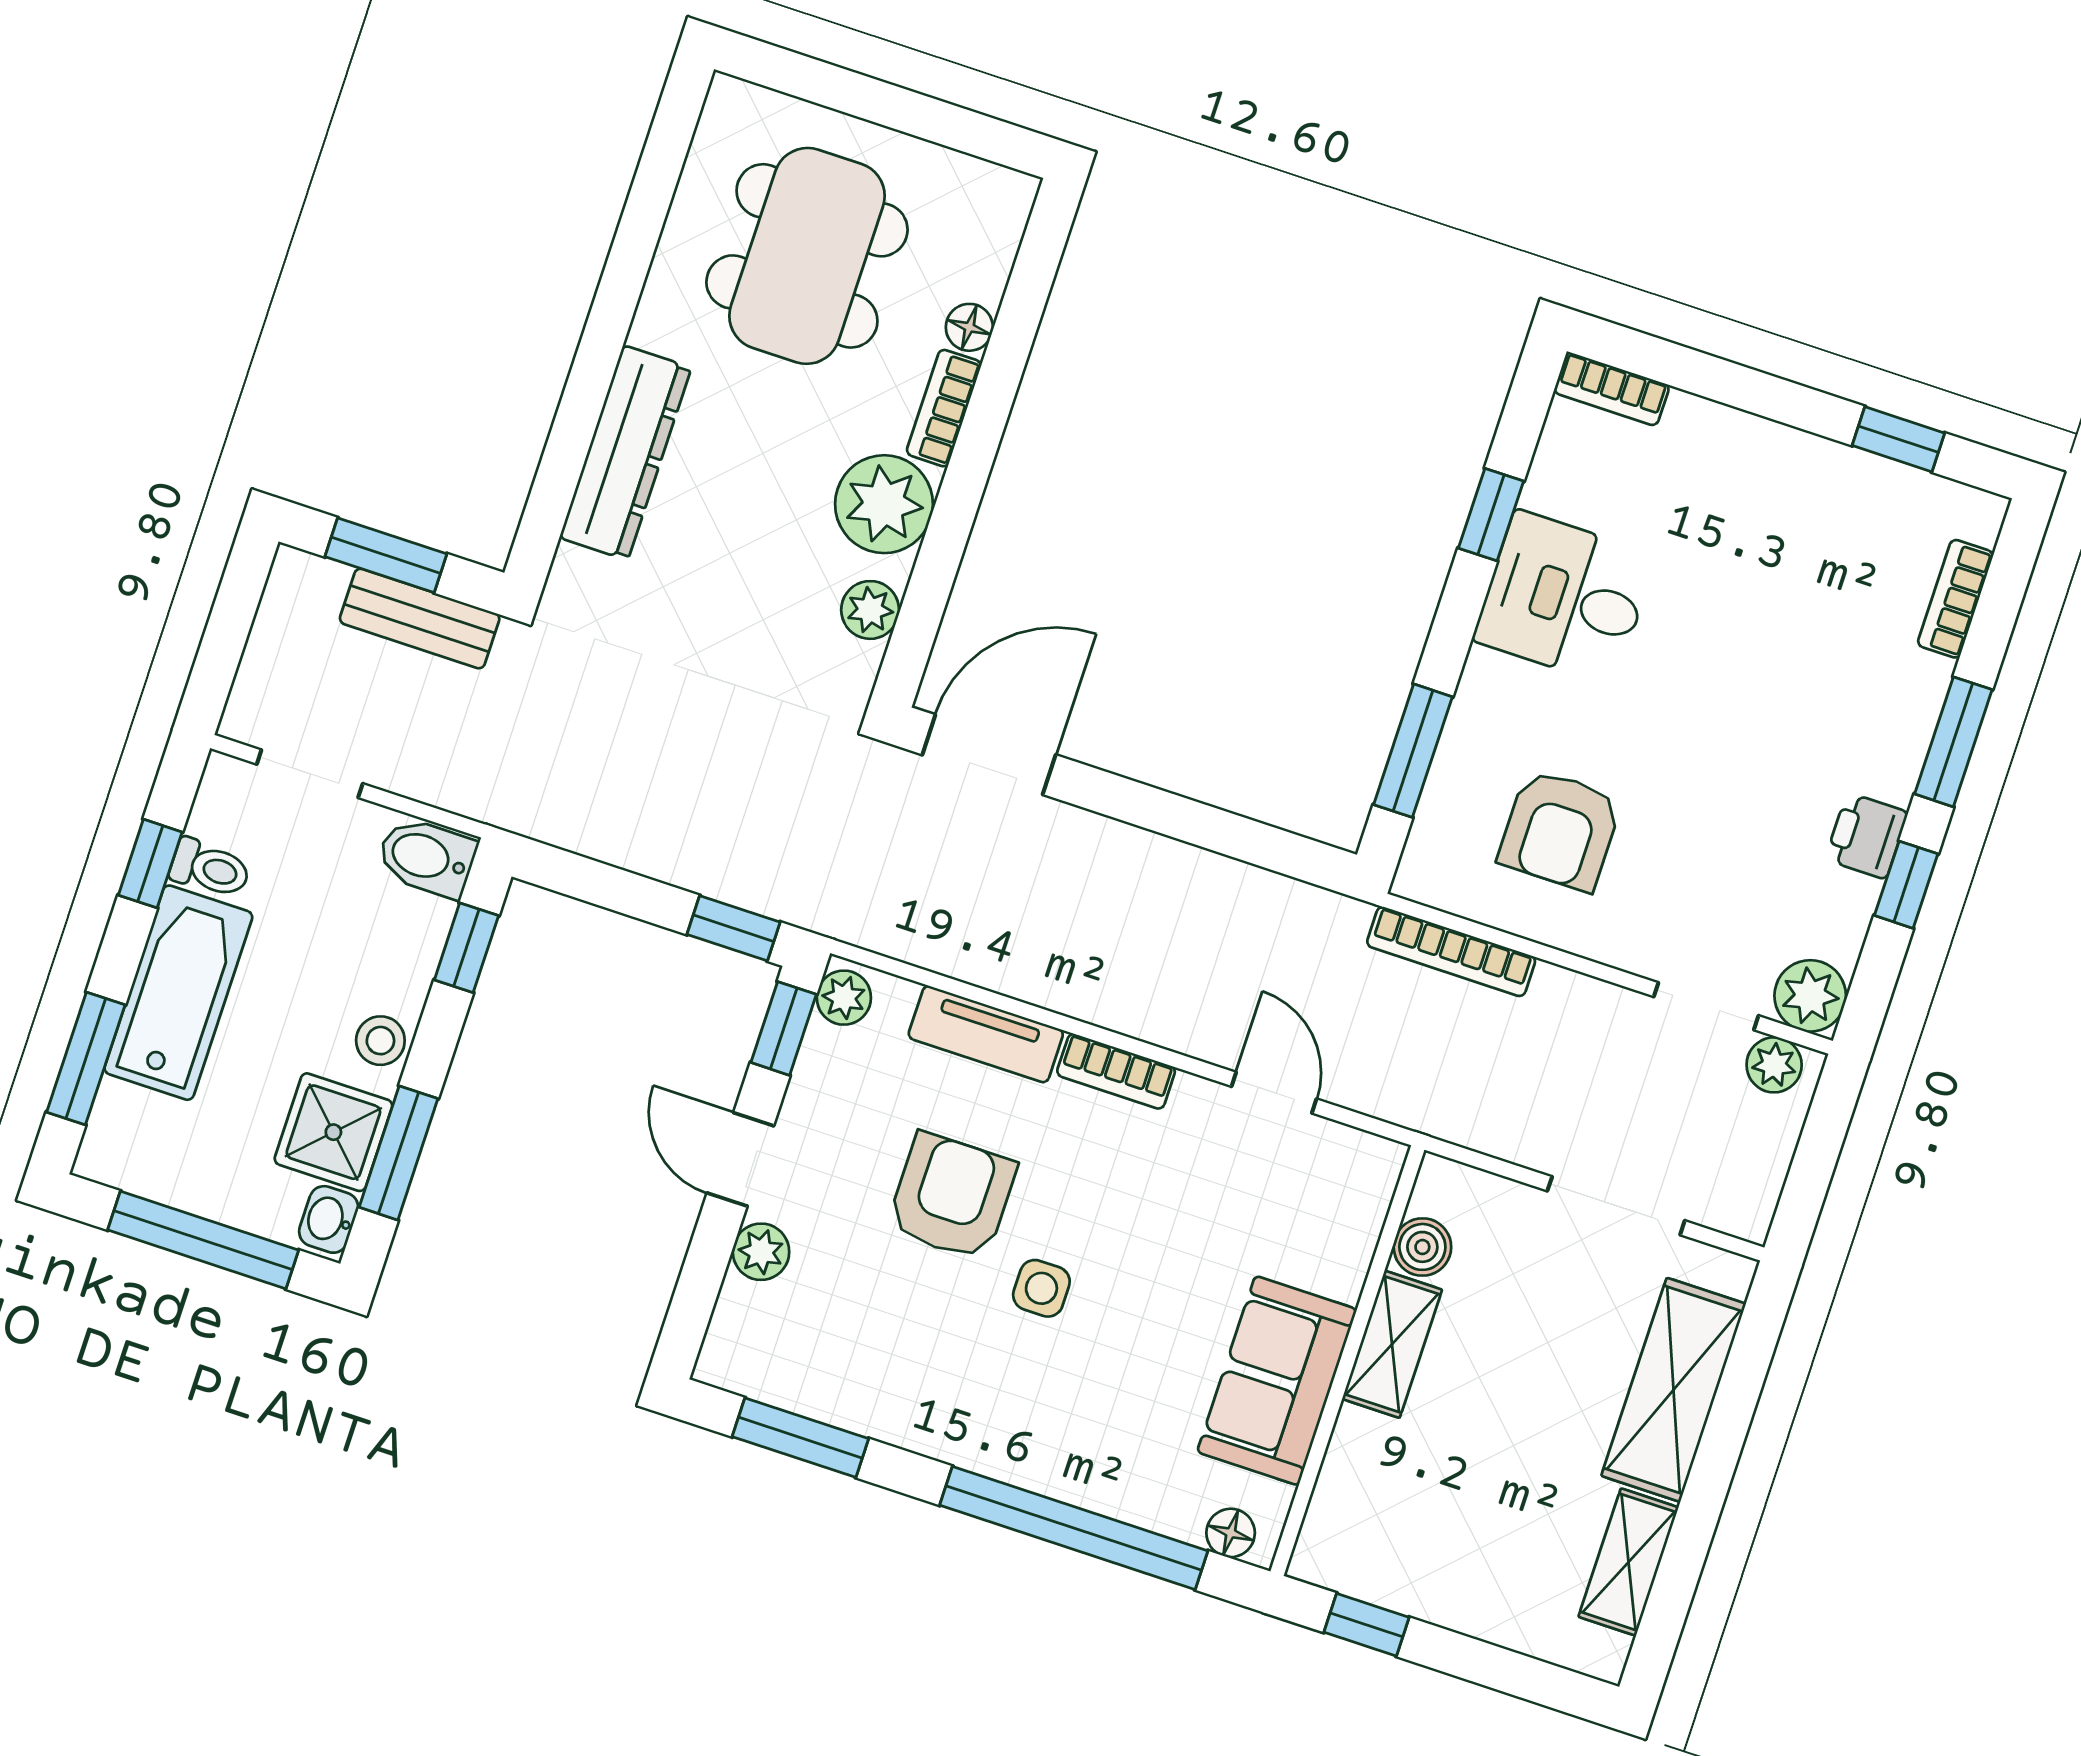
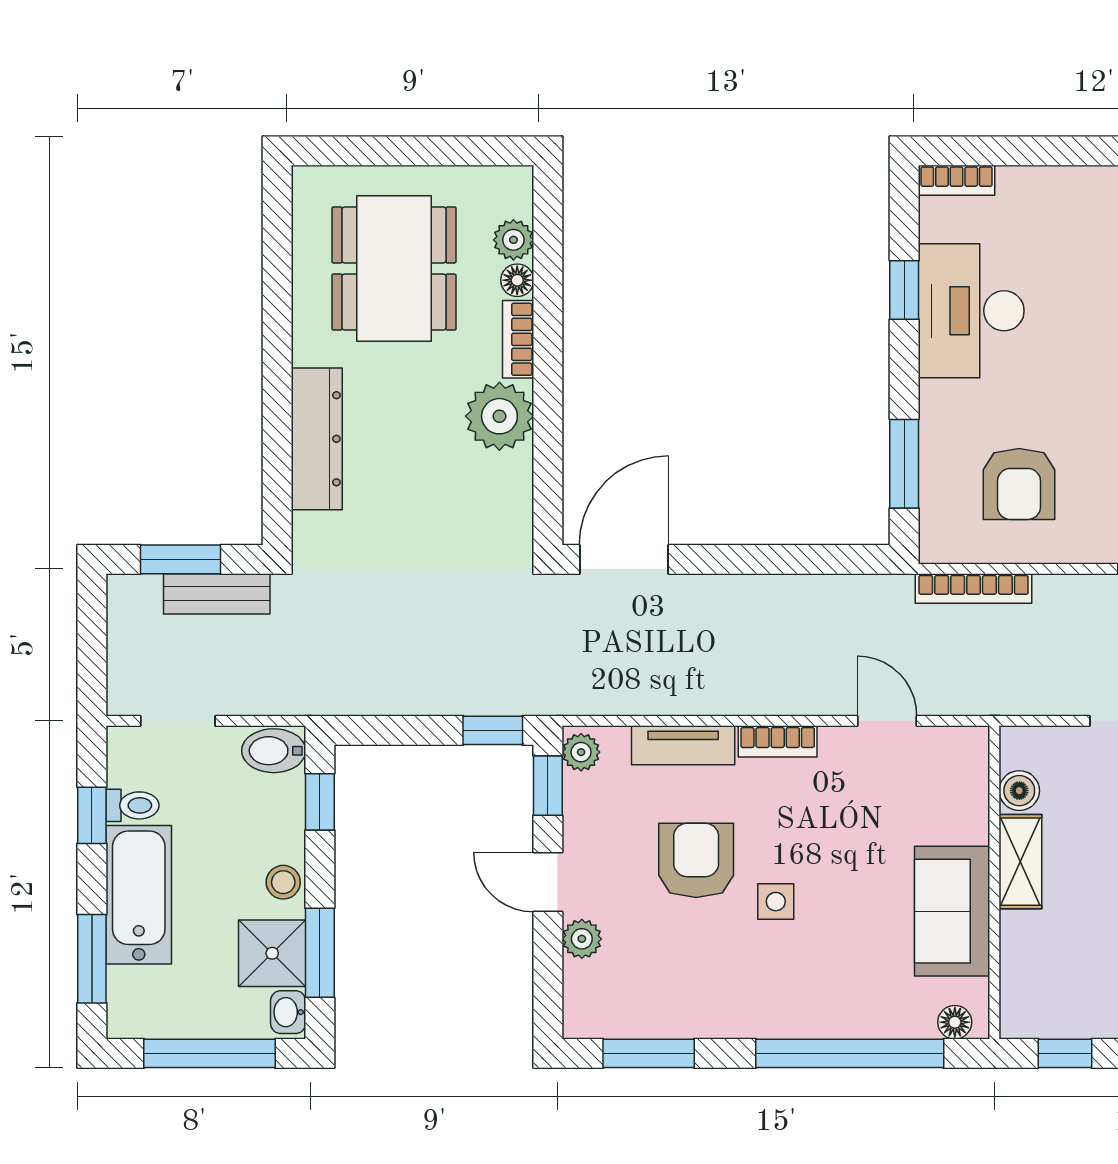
desk: (1565, 598) -> (971, 311), width x1.37
plant: (870, 610) -> (513, 240), moved

